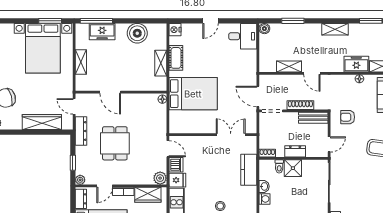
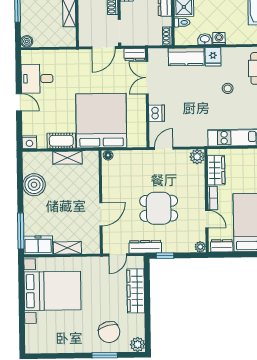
window: (50, 21) -> (21, 283), removed
freezer: (102, 32) -> (38, 245), moved, turned -90
desk: (243, 36) -> (37, 79), moved, turned -90
bed: (193, 94) -> (101, 121), width x1.36
dresser: (251, 124) -> (135, 55), added
window: (73, 163) -> (165, 256), moved
dishwasher: (176, 165) -> (157, 113), moved, turned 90
fridge: (177, 180) -> (213, 57), moved, turned 180

